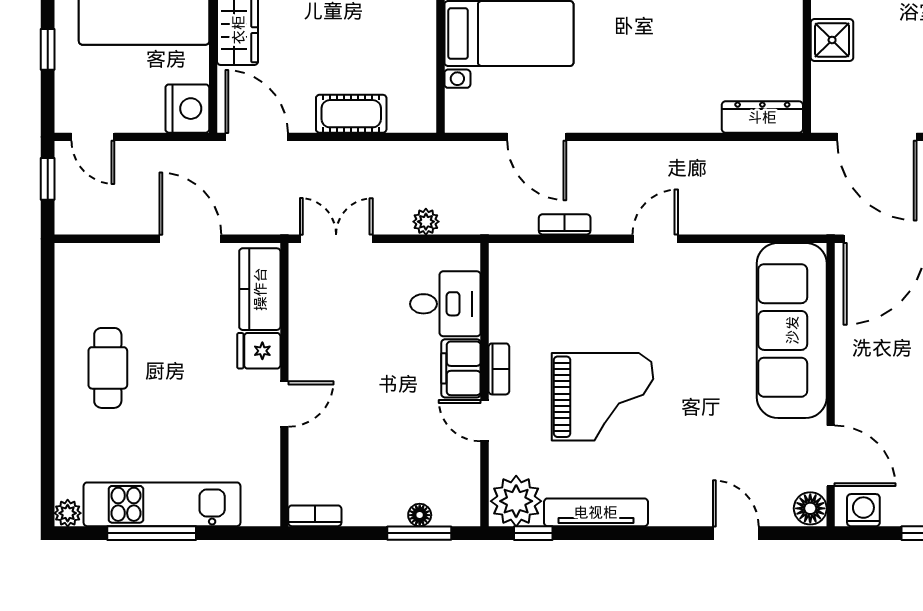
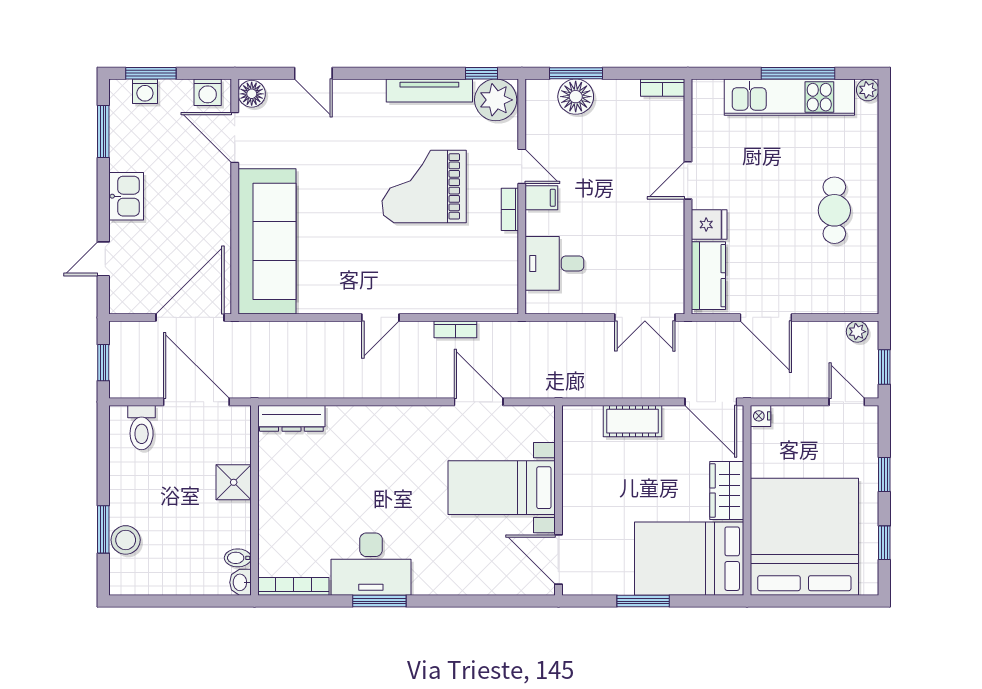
nightstand: (187, 109) -> (760, 416), width x0.53, depth x0.56
plant: (426, 222) -> (857, 332), moved
filing cabinet: (461, 368) -> (541, 198), width x0.50
floor lamp: (420, 515) -> (576, 97), width x1.89, depth x1.89

